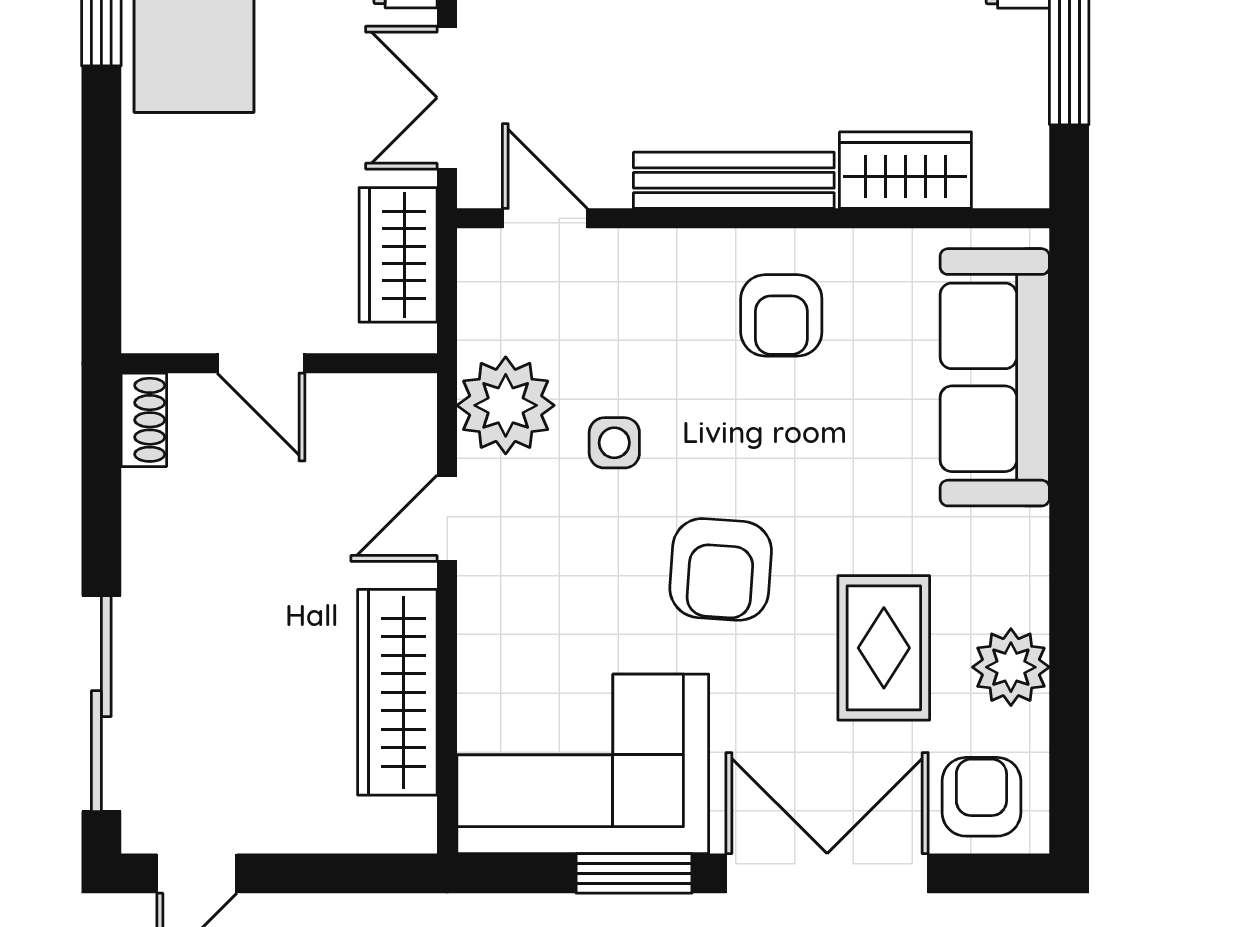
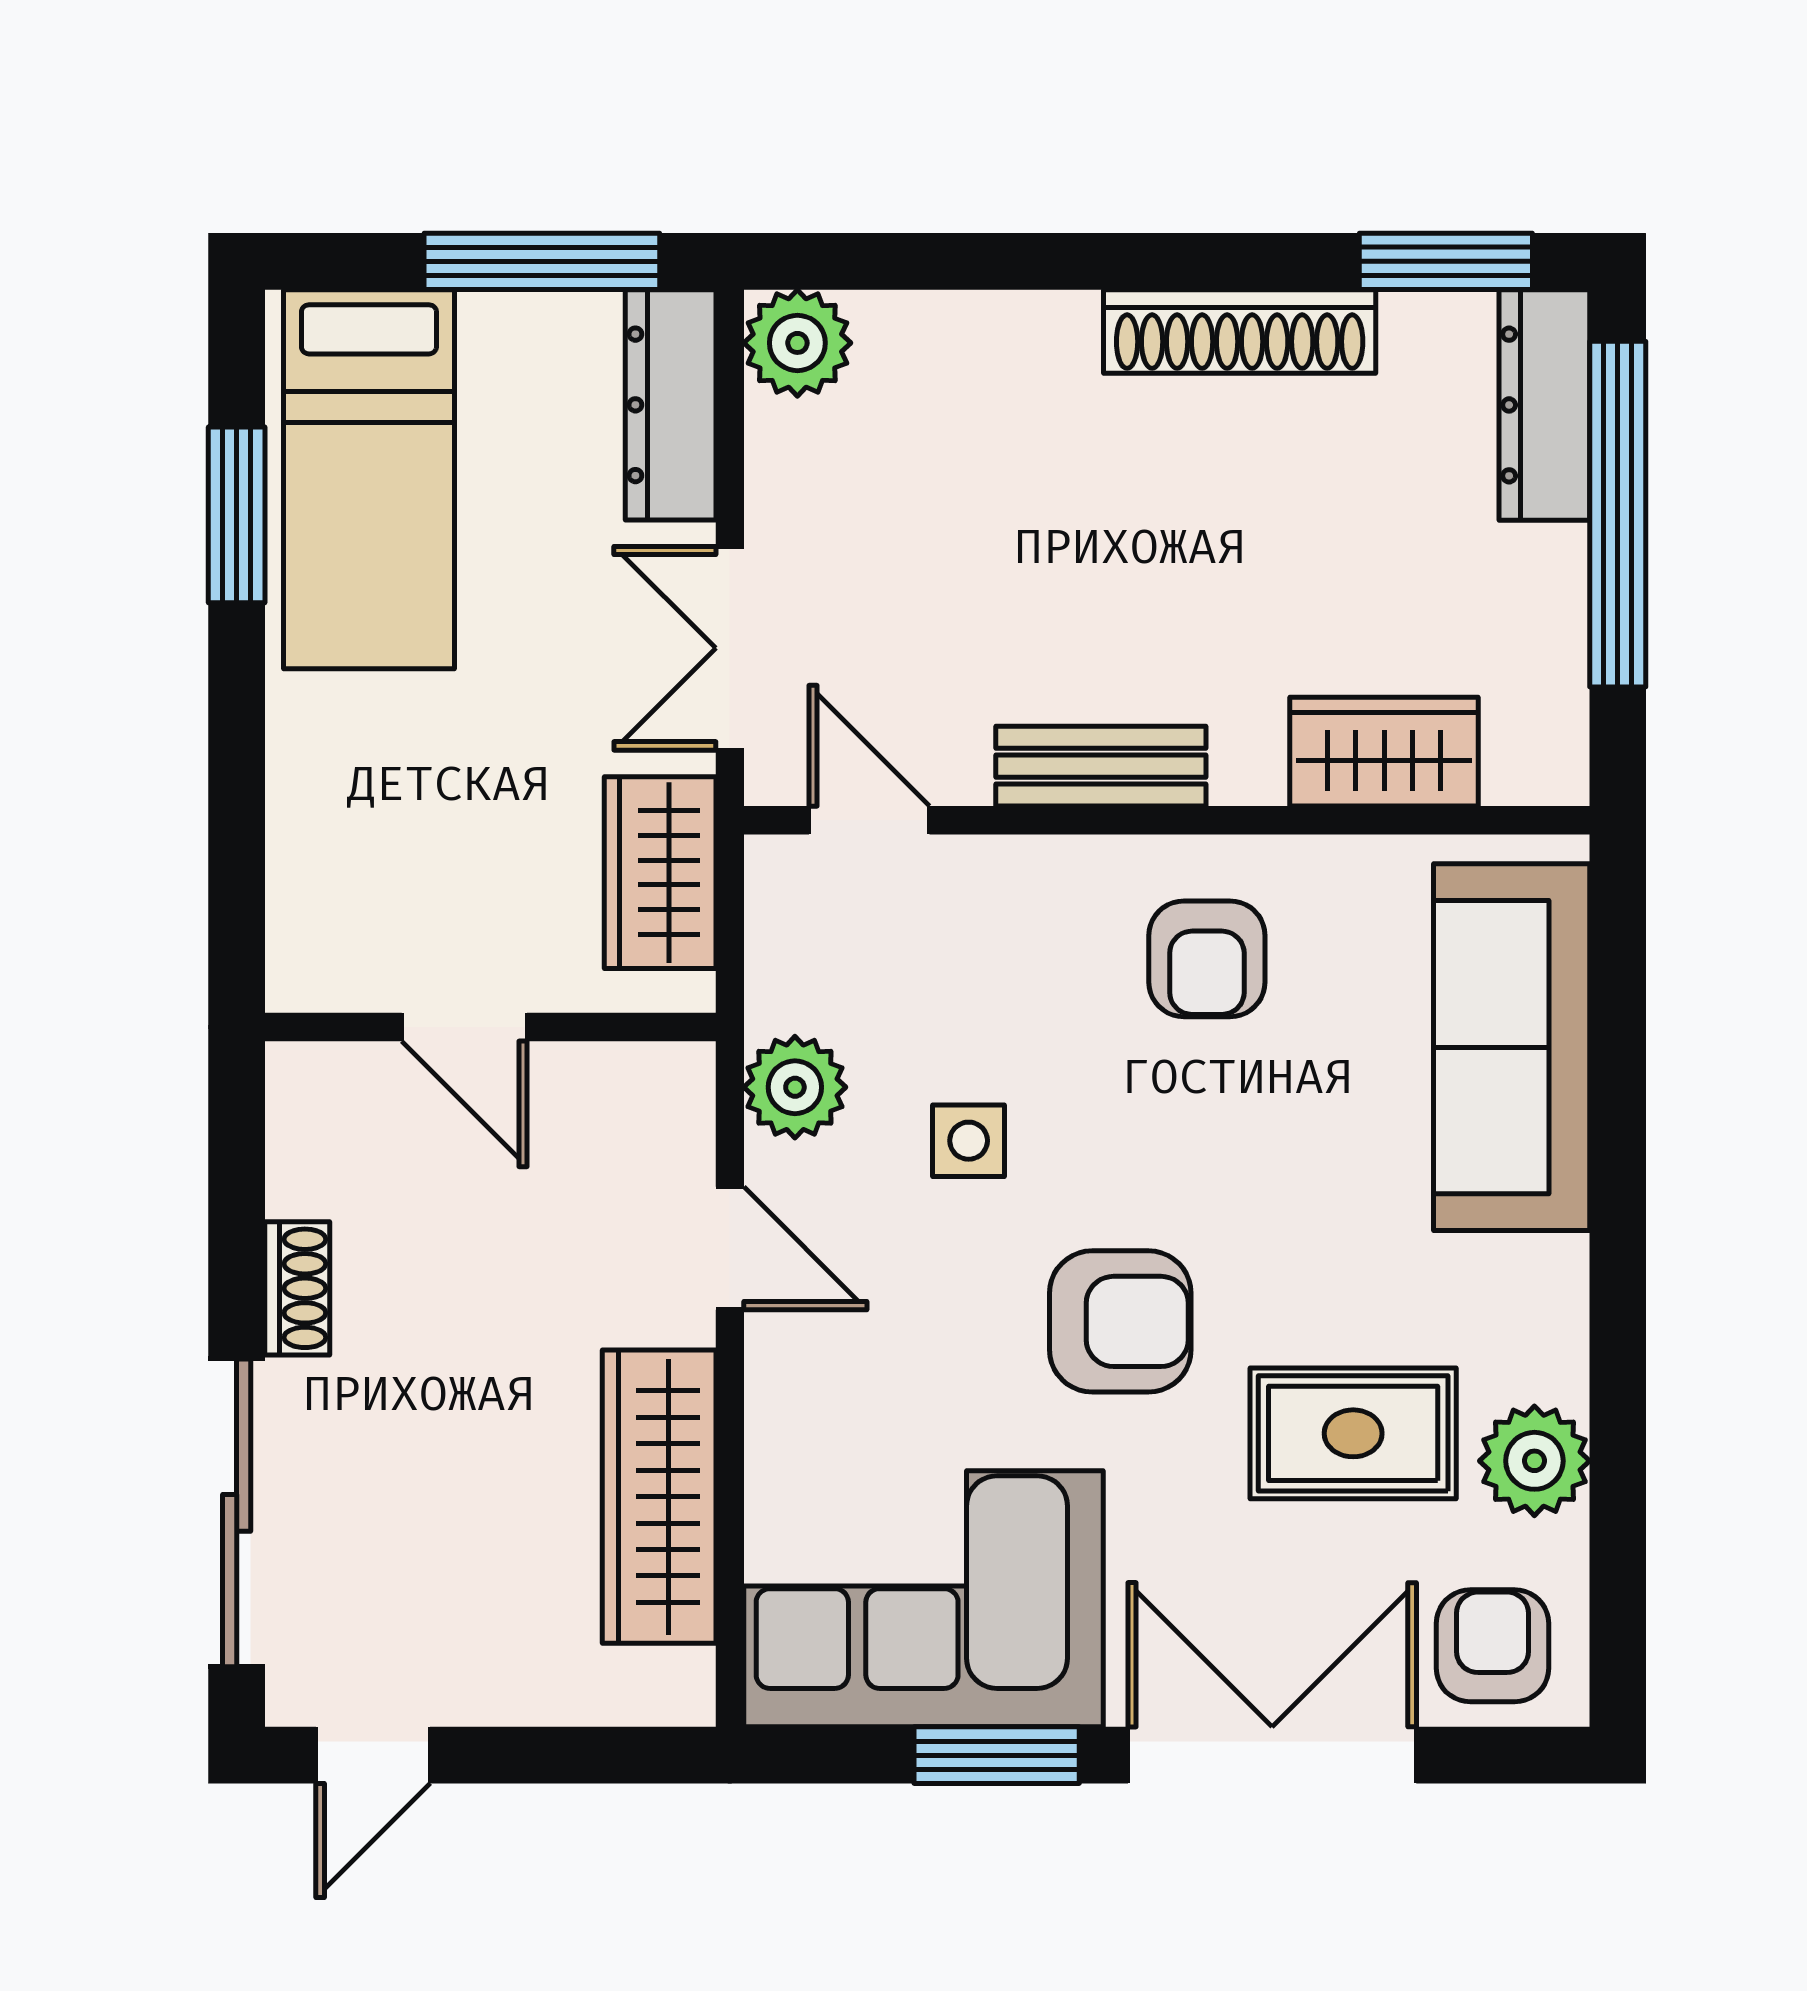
bench: (734, 180) -> (1101, 766), width x0.73
plant: (506, 405) -> (795, 1087), width x0.73, depth x0.73
shoe rack: (144, 420) -> (297, 1288), moved
door: (447, 518) -> (730, 1248), swing flipped
armchair: (721, 569) -> (1120, 1321), turned -94
rug: (884, 648) -> (1353, 1433), turned 90

